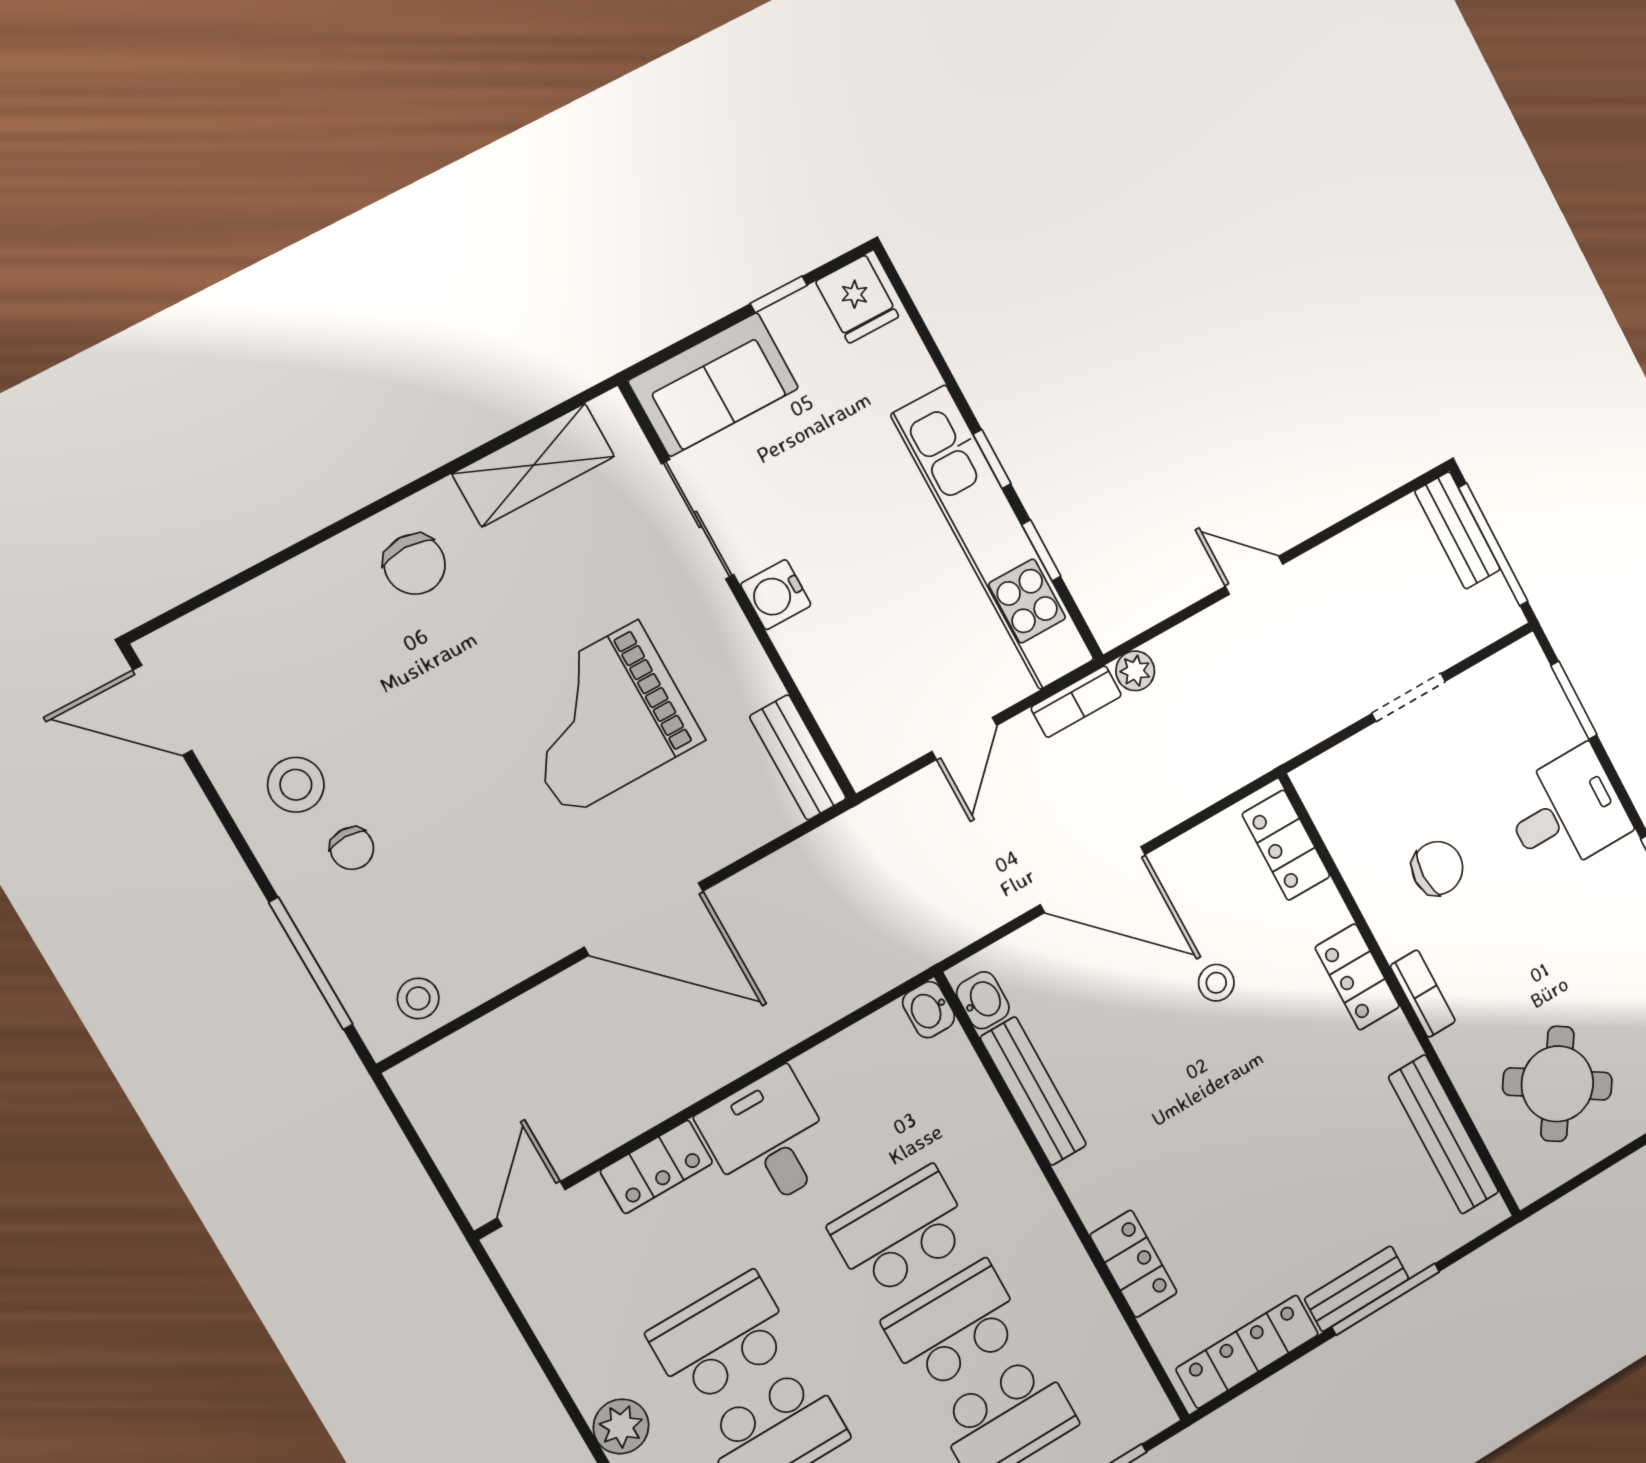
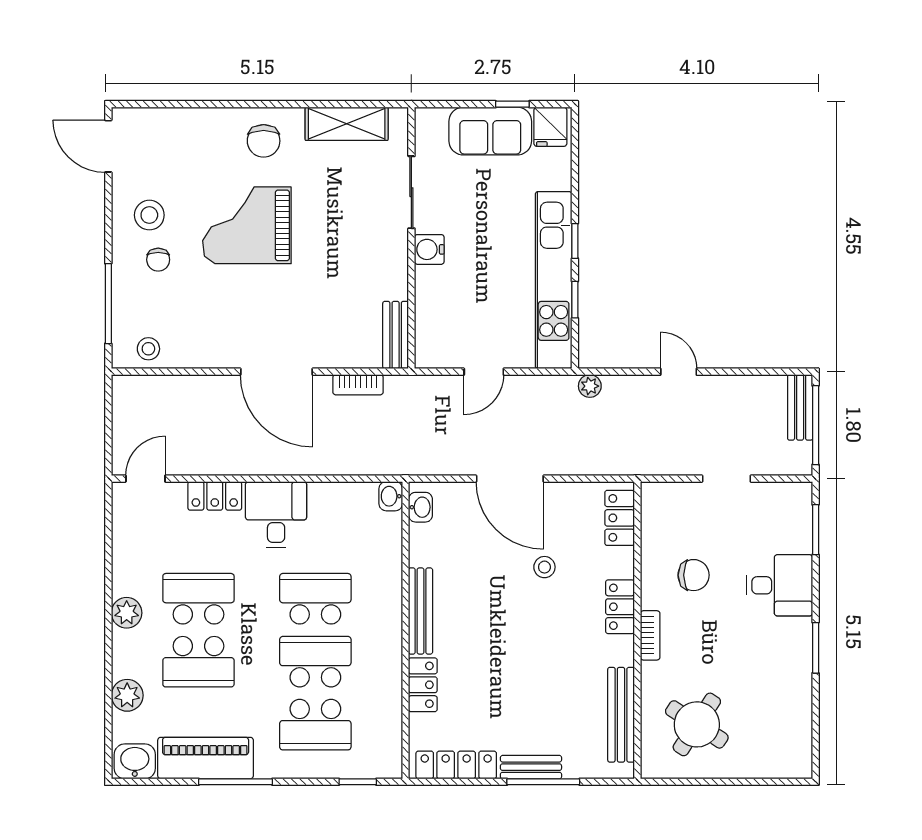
sofa: (714, 384) -> (490, 131), moved
bookcase: (1076, 702) -> (358, 385), moved
grand piano: (602, 718) -> (247, 225), moved
bench: (1033, 1091) -> (421, 611), moved

